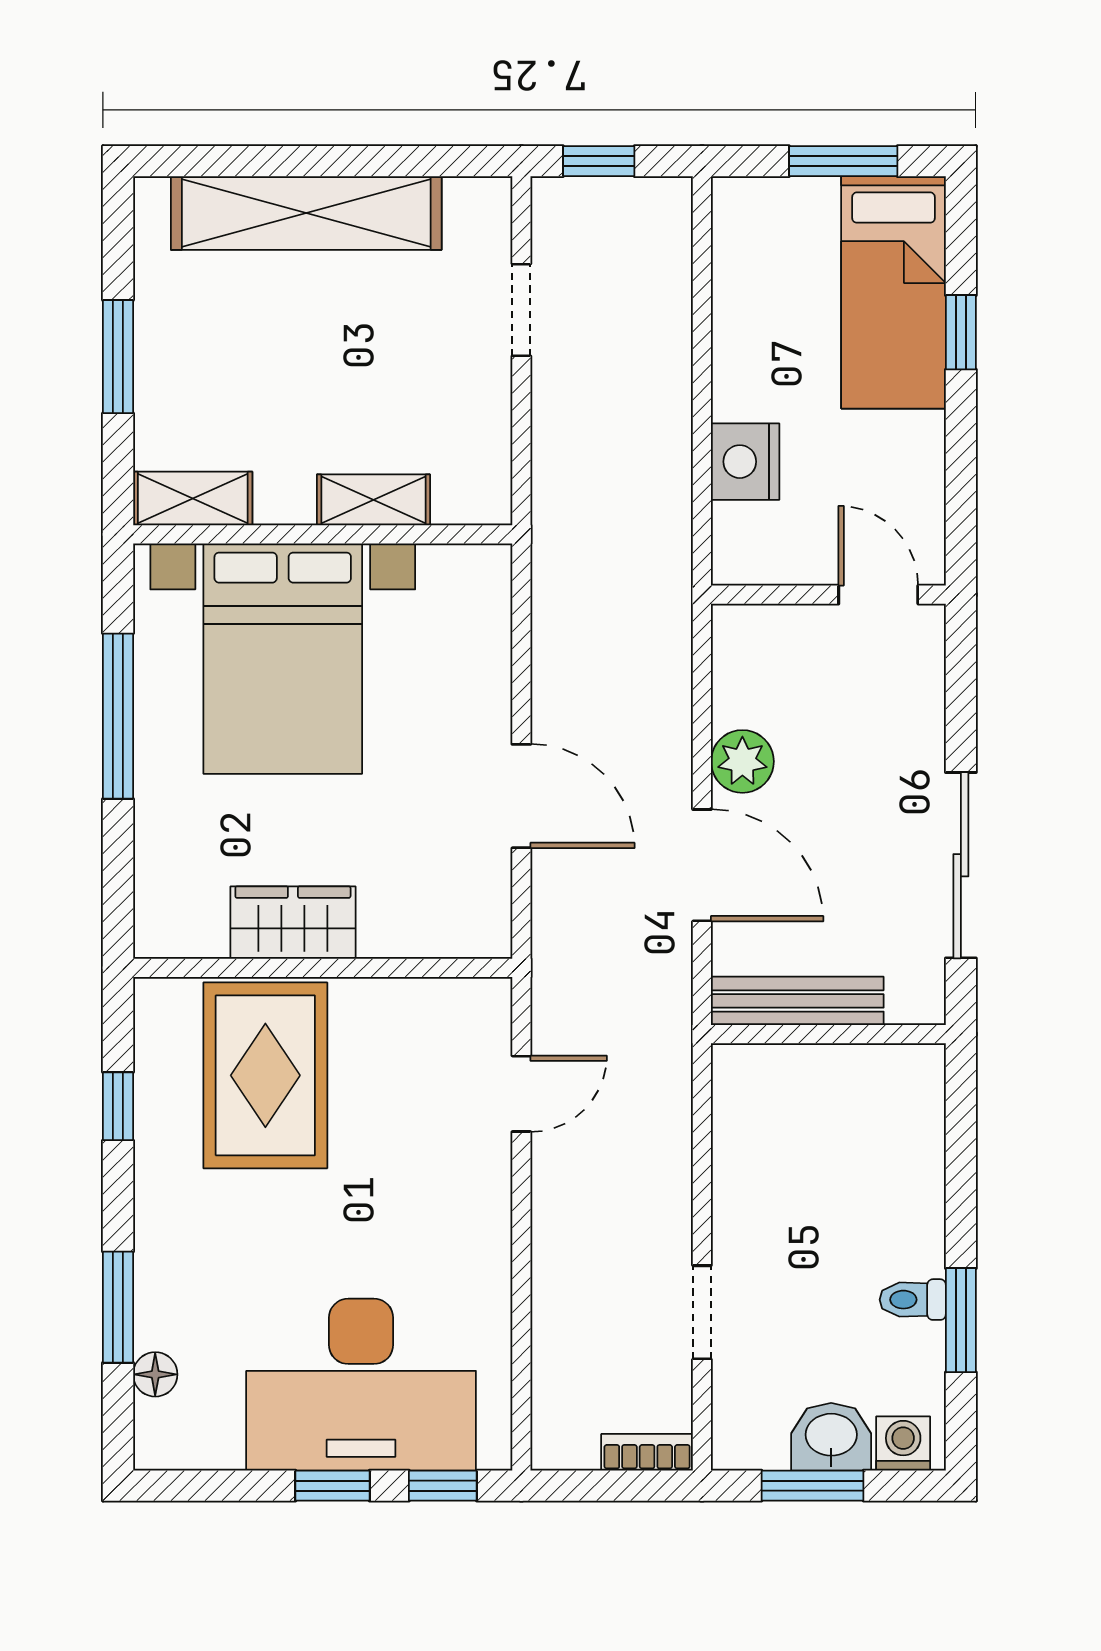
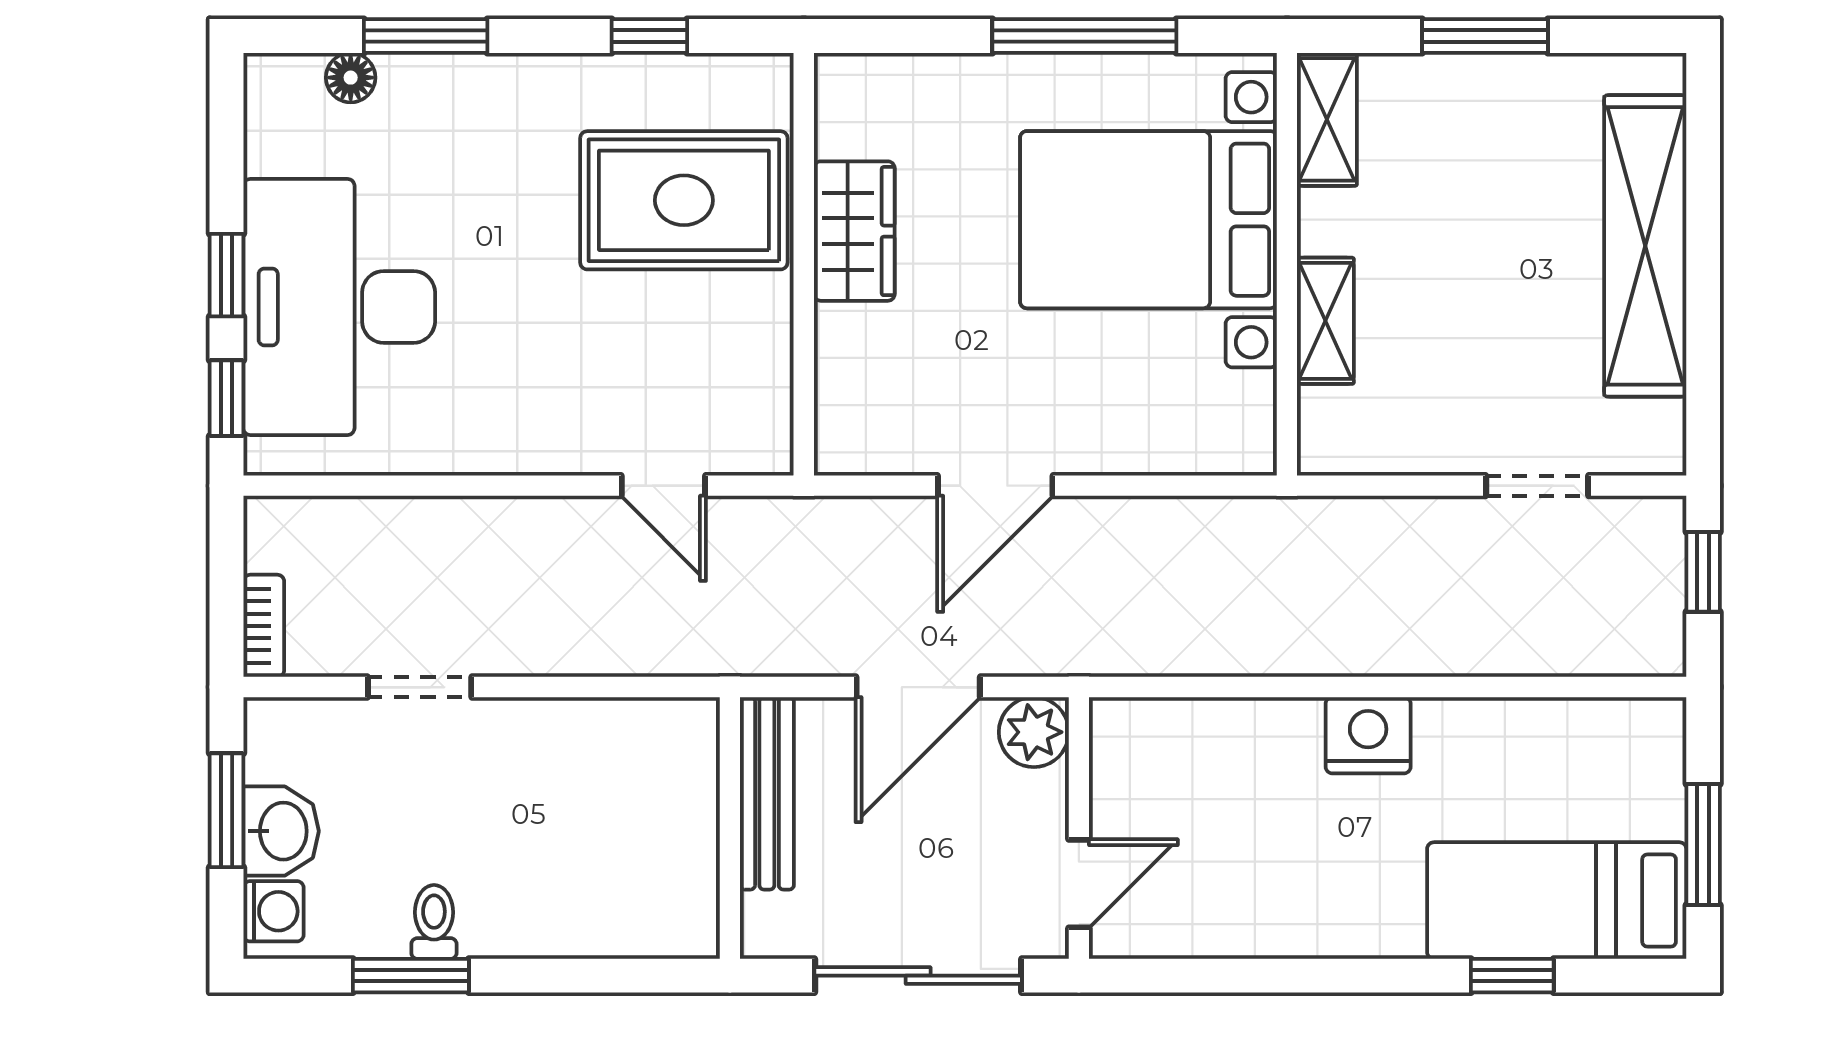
wall: (828, 595) -> (1079, 828), moved
door: (878, 595) -> (1079, 884), moved

